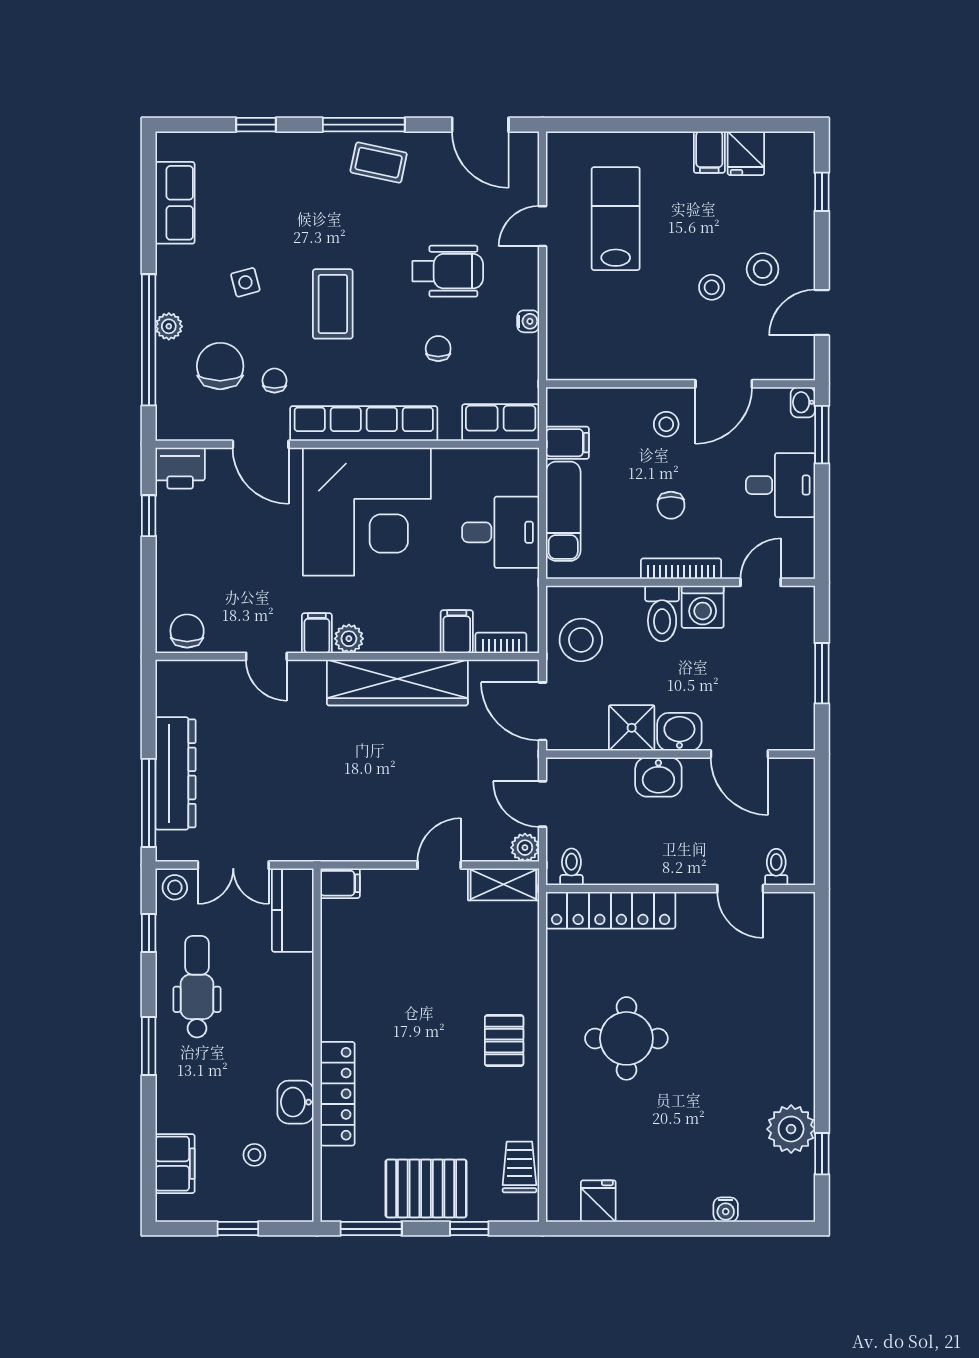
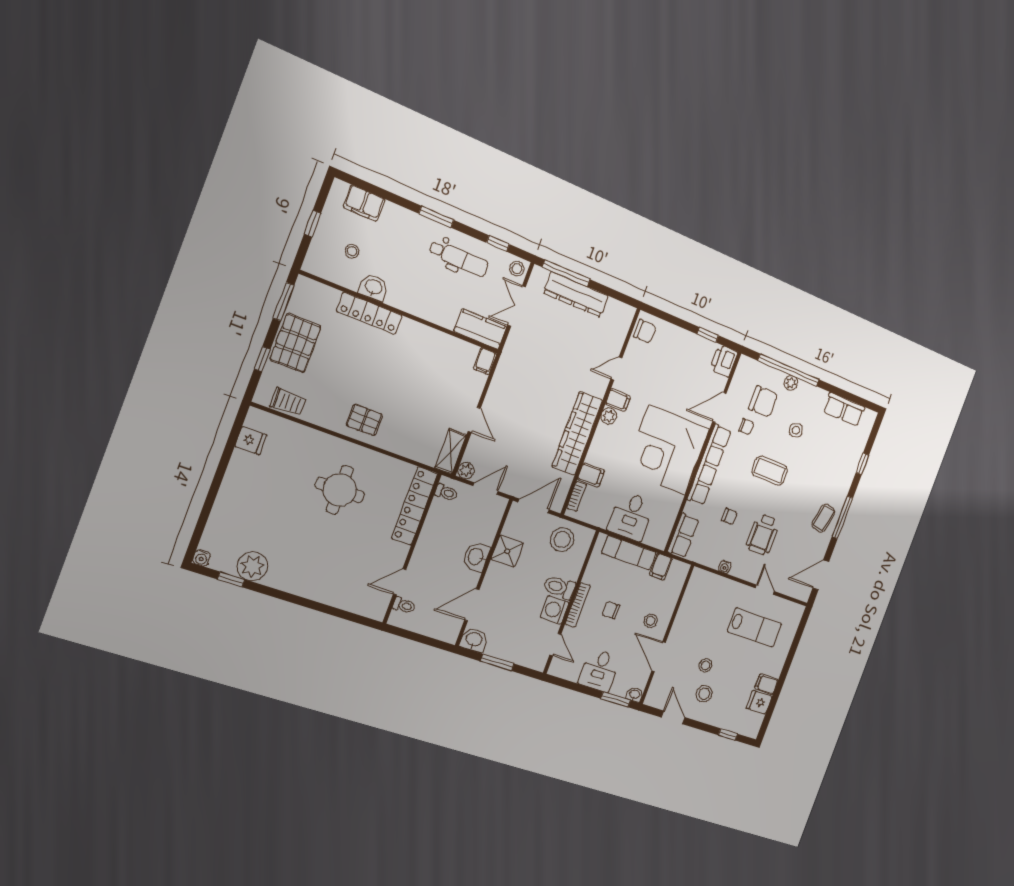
washbasin: (679, 732) -> (474, 640), moved, turned -90
water cooler: (726, 1210) -> (201, 558), moved, turned -90

